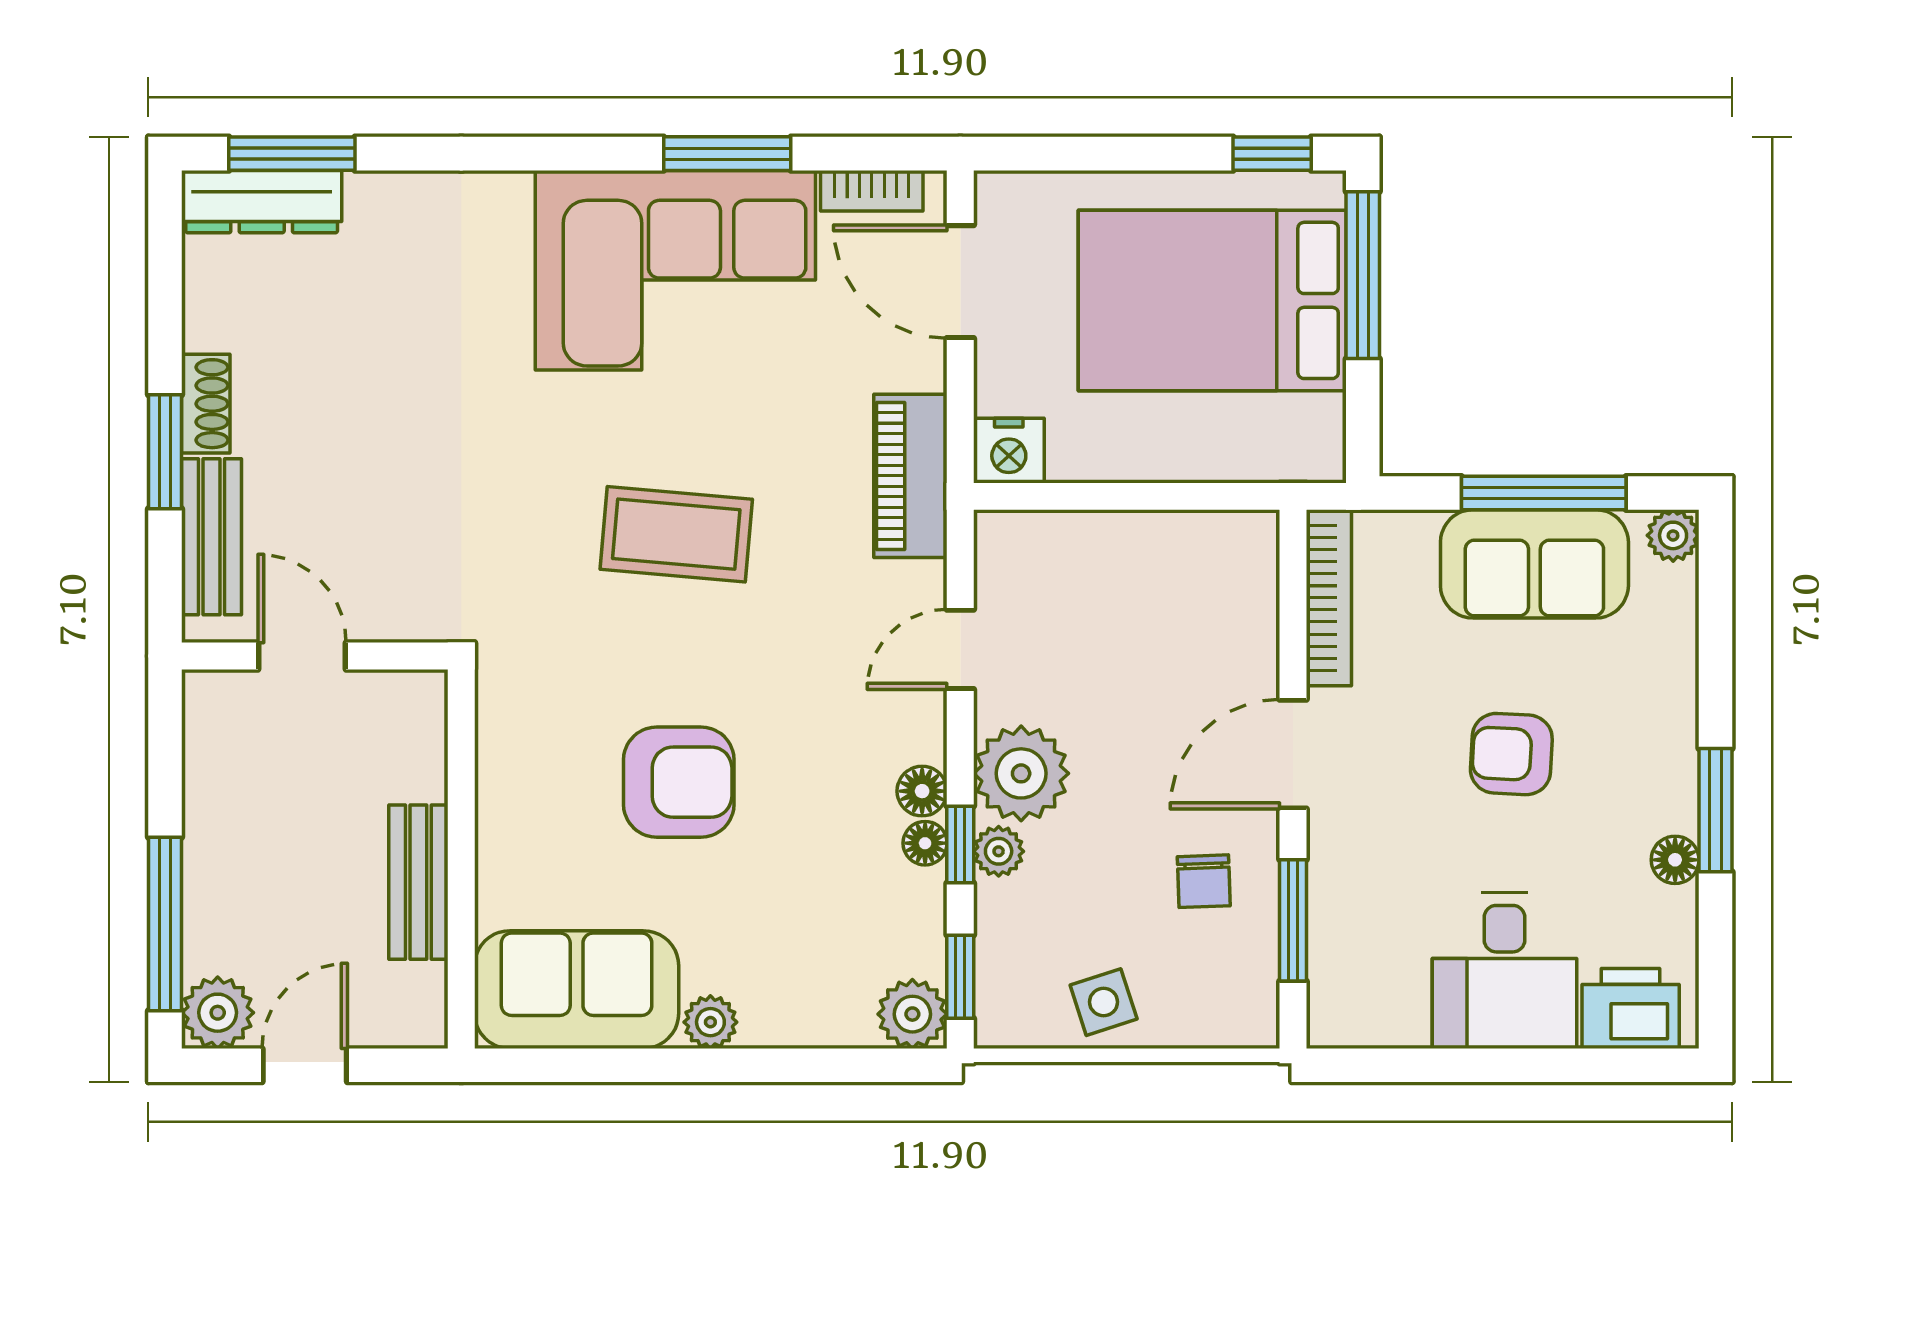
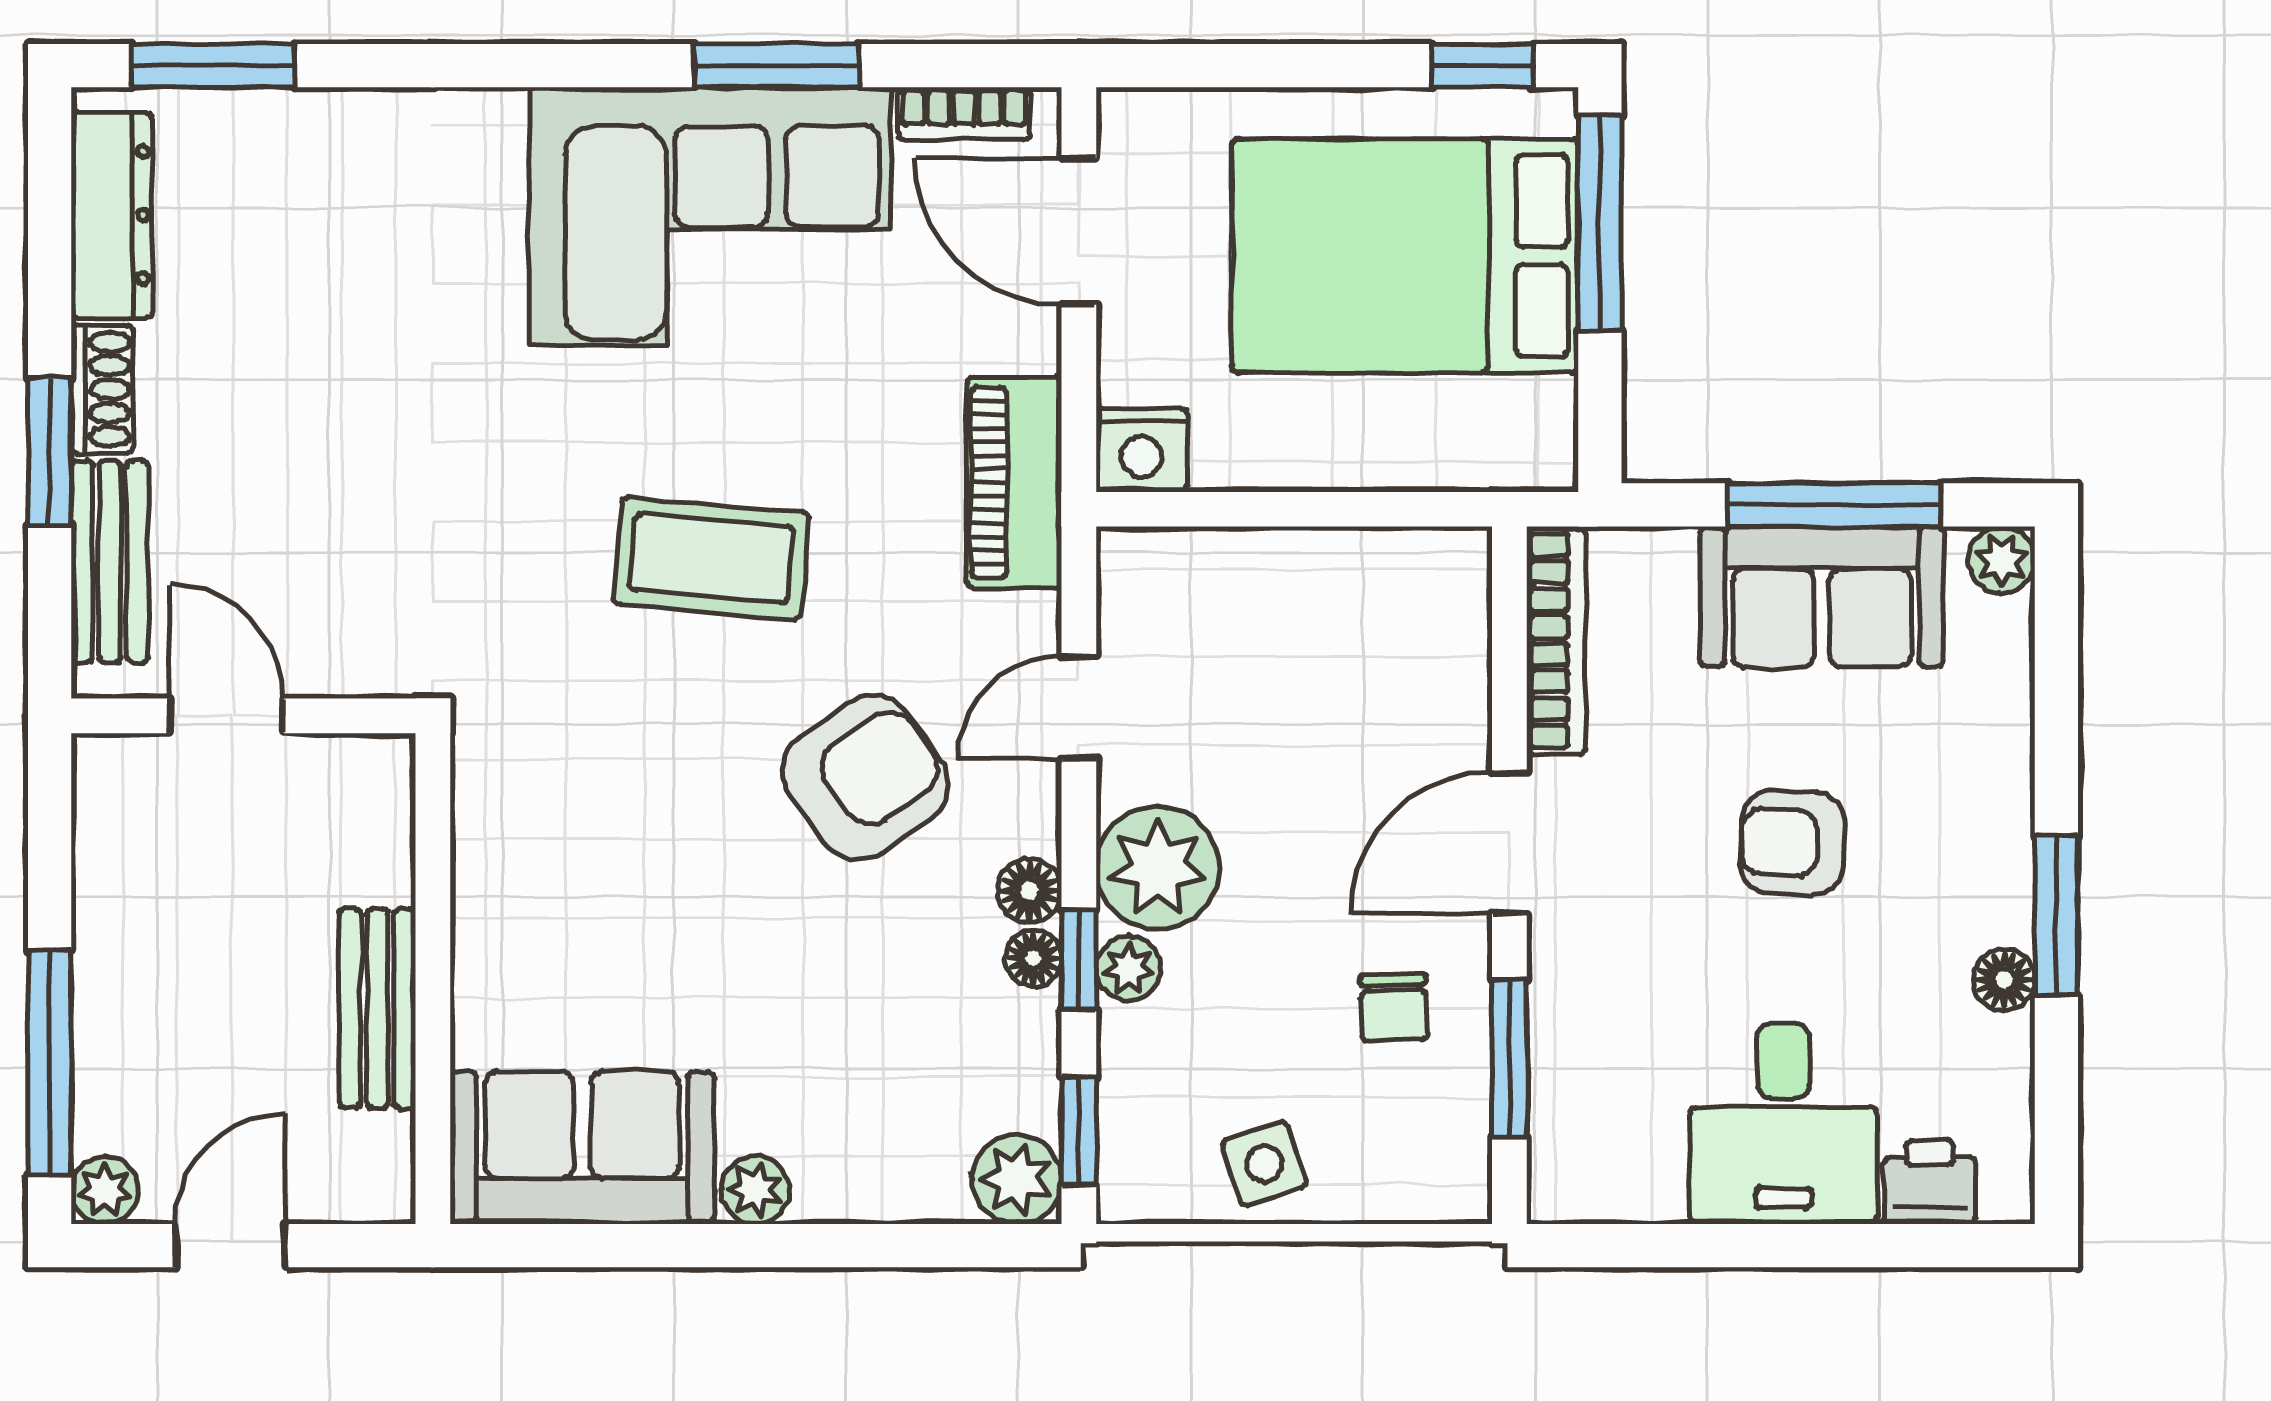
dresser: (262, 202) -> (112, 215), moved, turned -90
armchair: (679, 782) -> (866, 778), moved, turned -35
printer: (1631, 1008) -> (1930, 1182), width x0.73, depth x0.81
plant: (218, 1013) -> (105, 1190), width x0.73, depth x0.73

